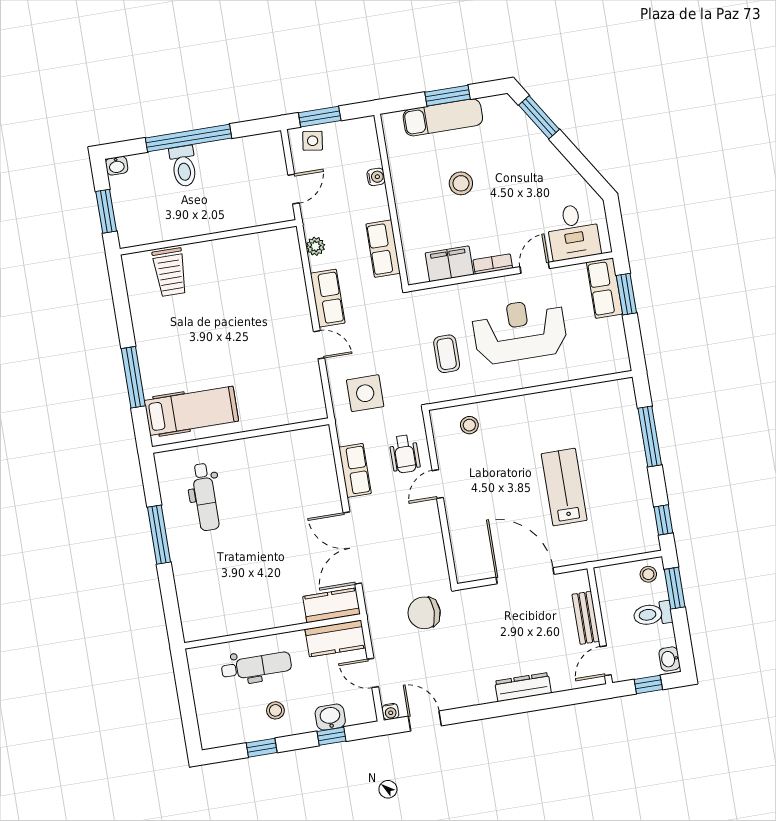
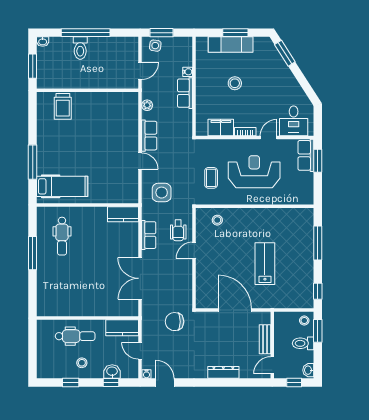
row of seats: (383, 249) -> (185, 93), moved
kitchen counter: (332, 605) -> (123, 214), moved, turned 180

